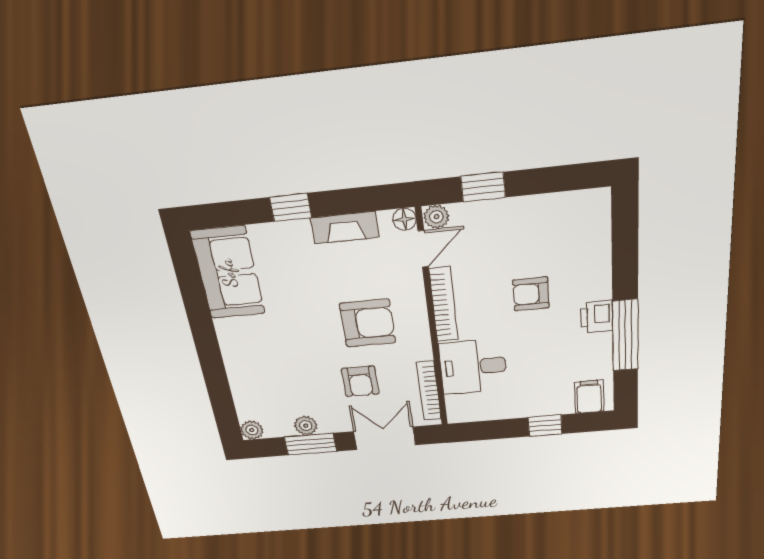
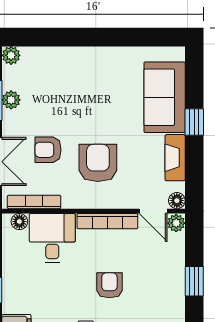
window: (483, 187) -> (194, 281), moved
sofa: (228, 273) -> (165, 97), moved, turned 90
armchair: (368, 323) -> (98, 163), turned 180
floor lamp: (456, 405) -> (19, 222), added

